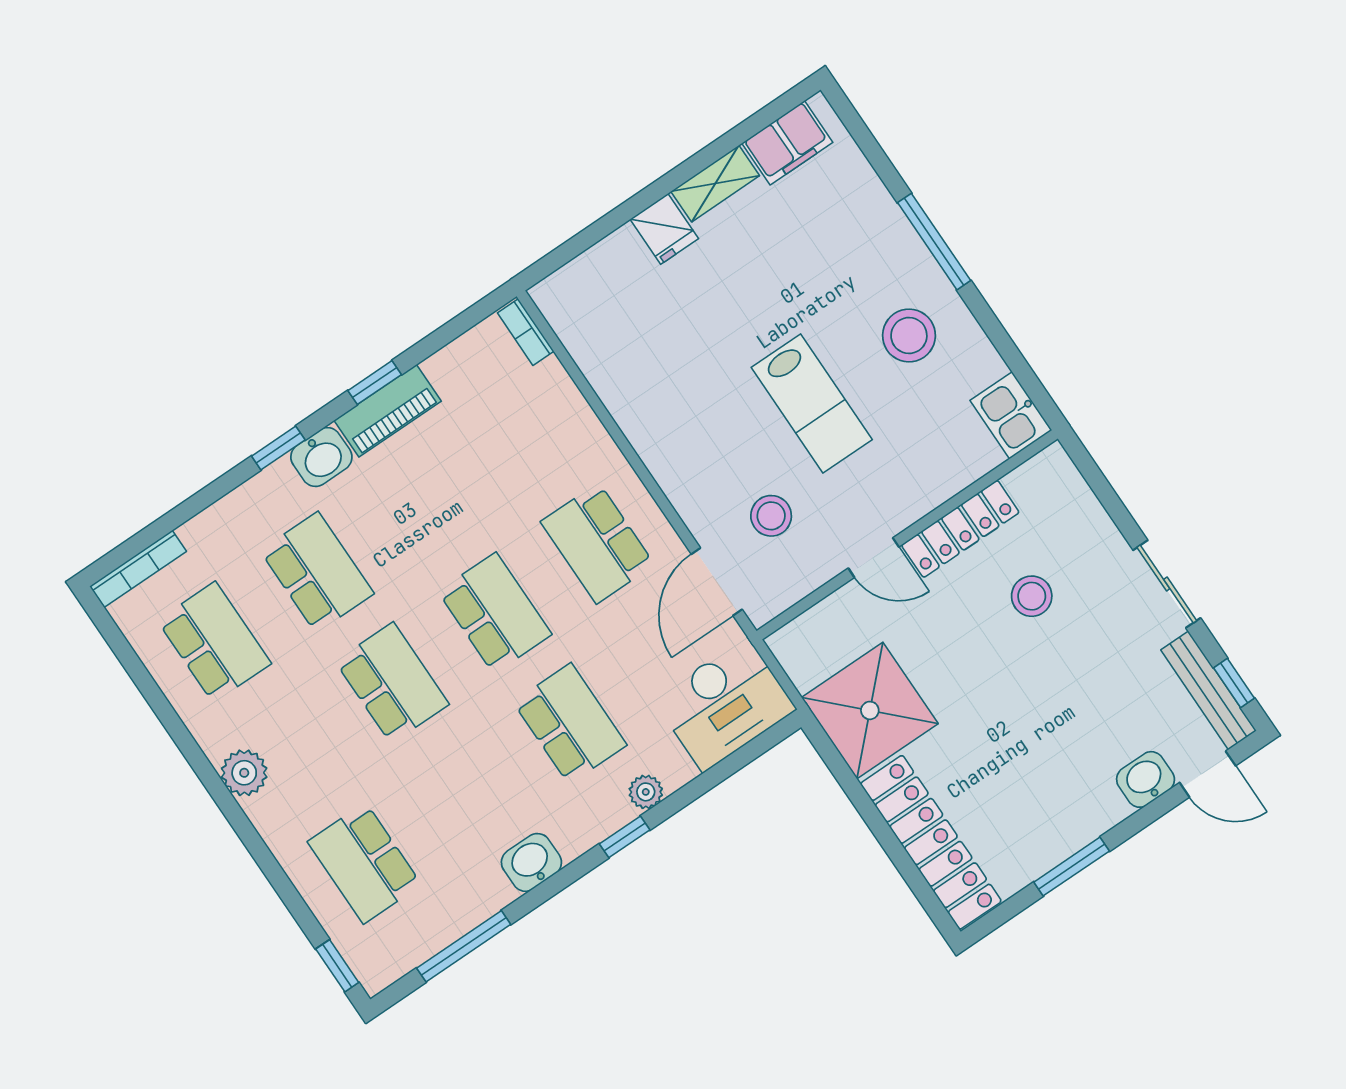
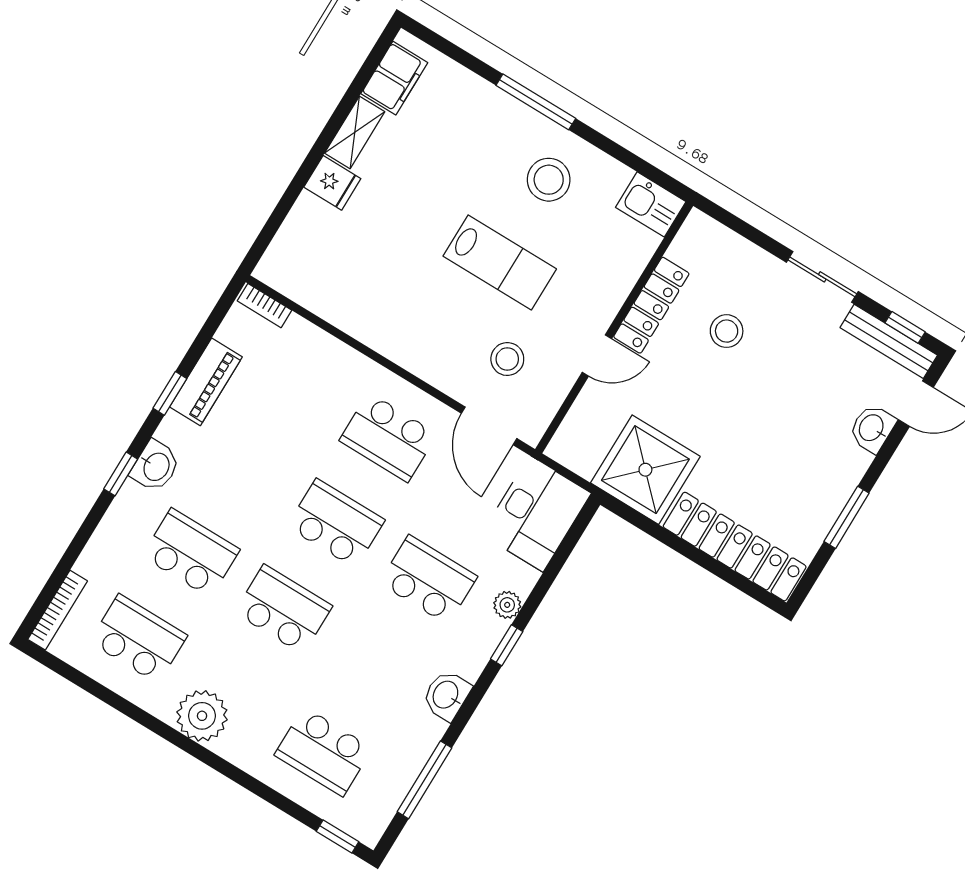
piano: (388, 411) -> (206, 382), moved
plant: (244, 773) -> (202, 716), width x1.36, depth x1.36

